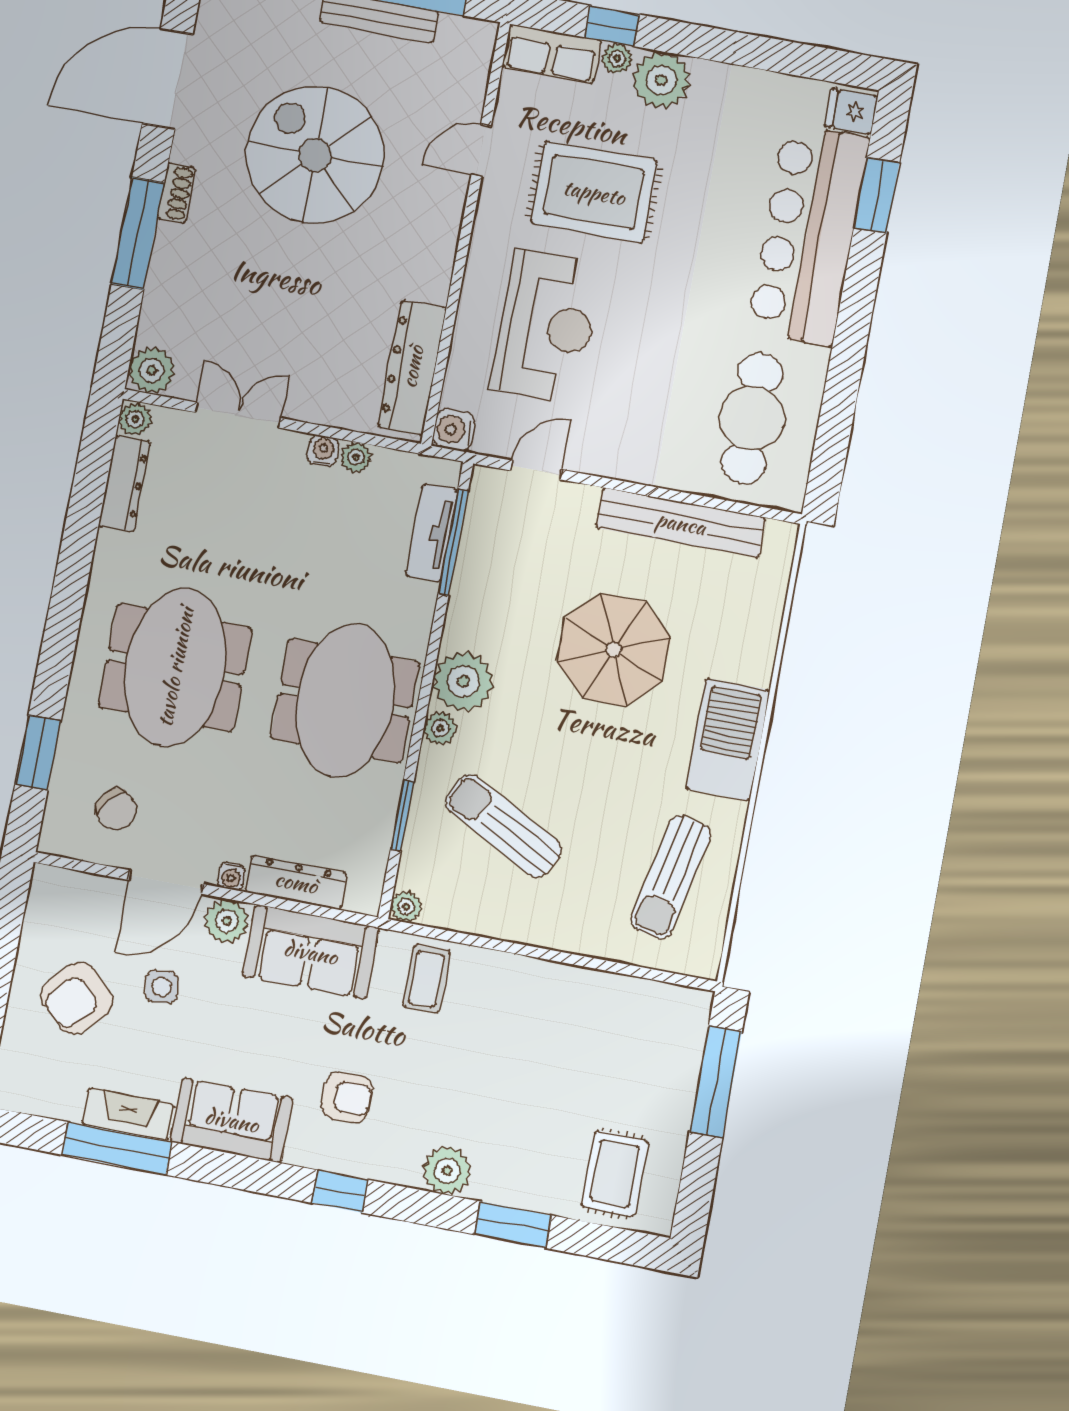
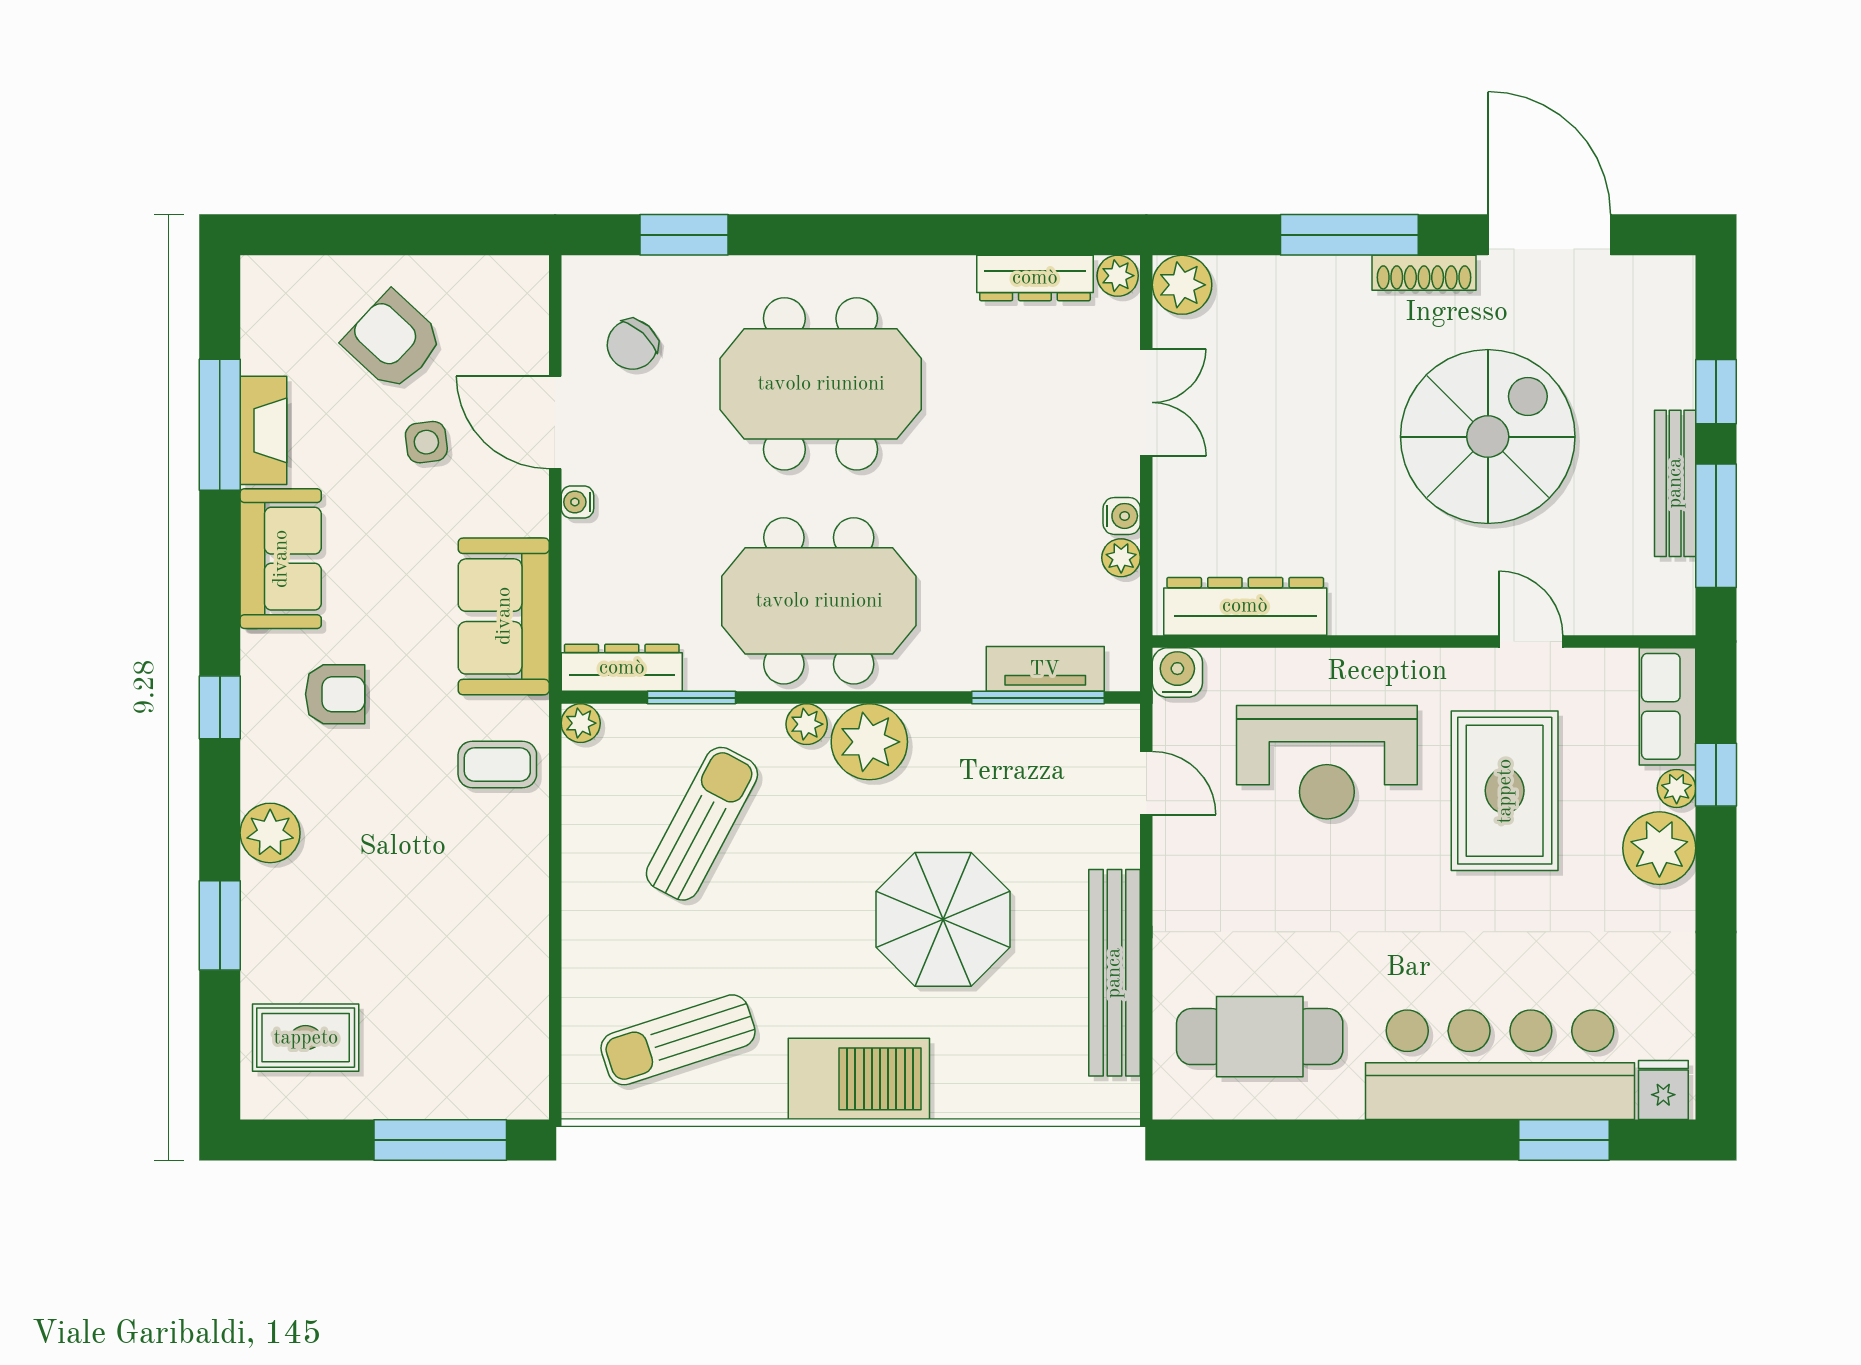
shoe rack: (176, 193) -> (1424, 273), width x1.43
sun lounger: (671, 877) -> (678, 1040), turned -30
dresser: (296, 882) -> (622, 668), moved, turned -90
plant: (227, 921) -> (522, 507), removed
armchair: (347, 1097) -> (335, 694), turned -90

